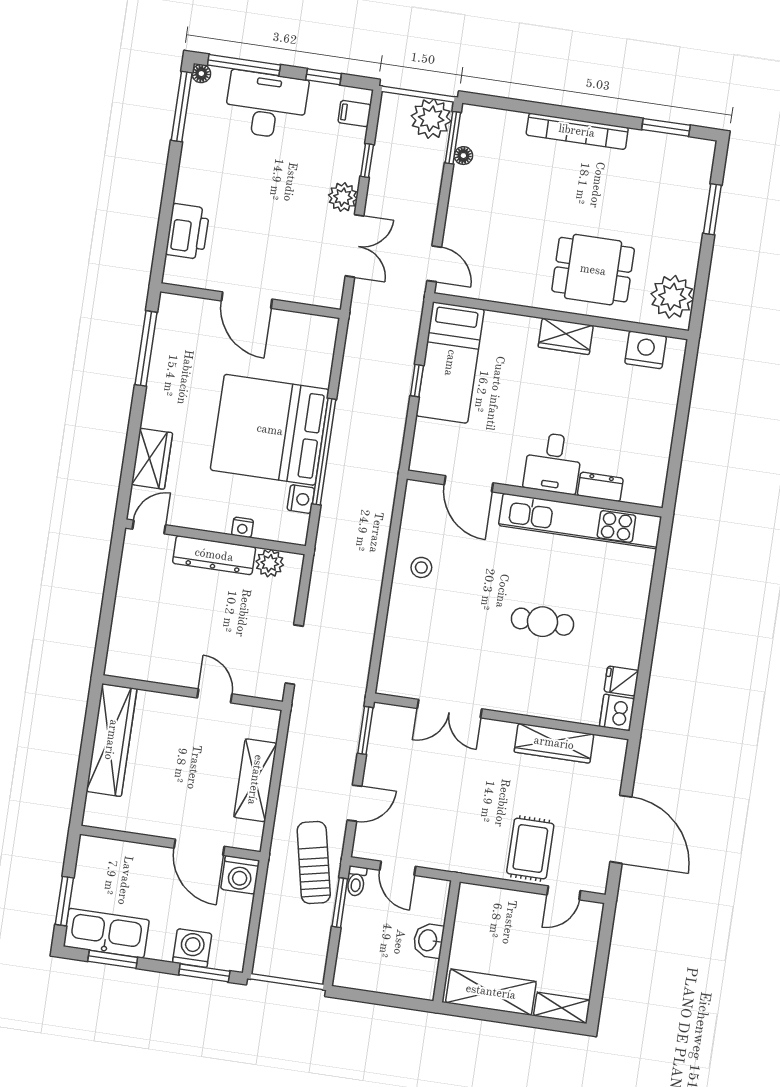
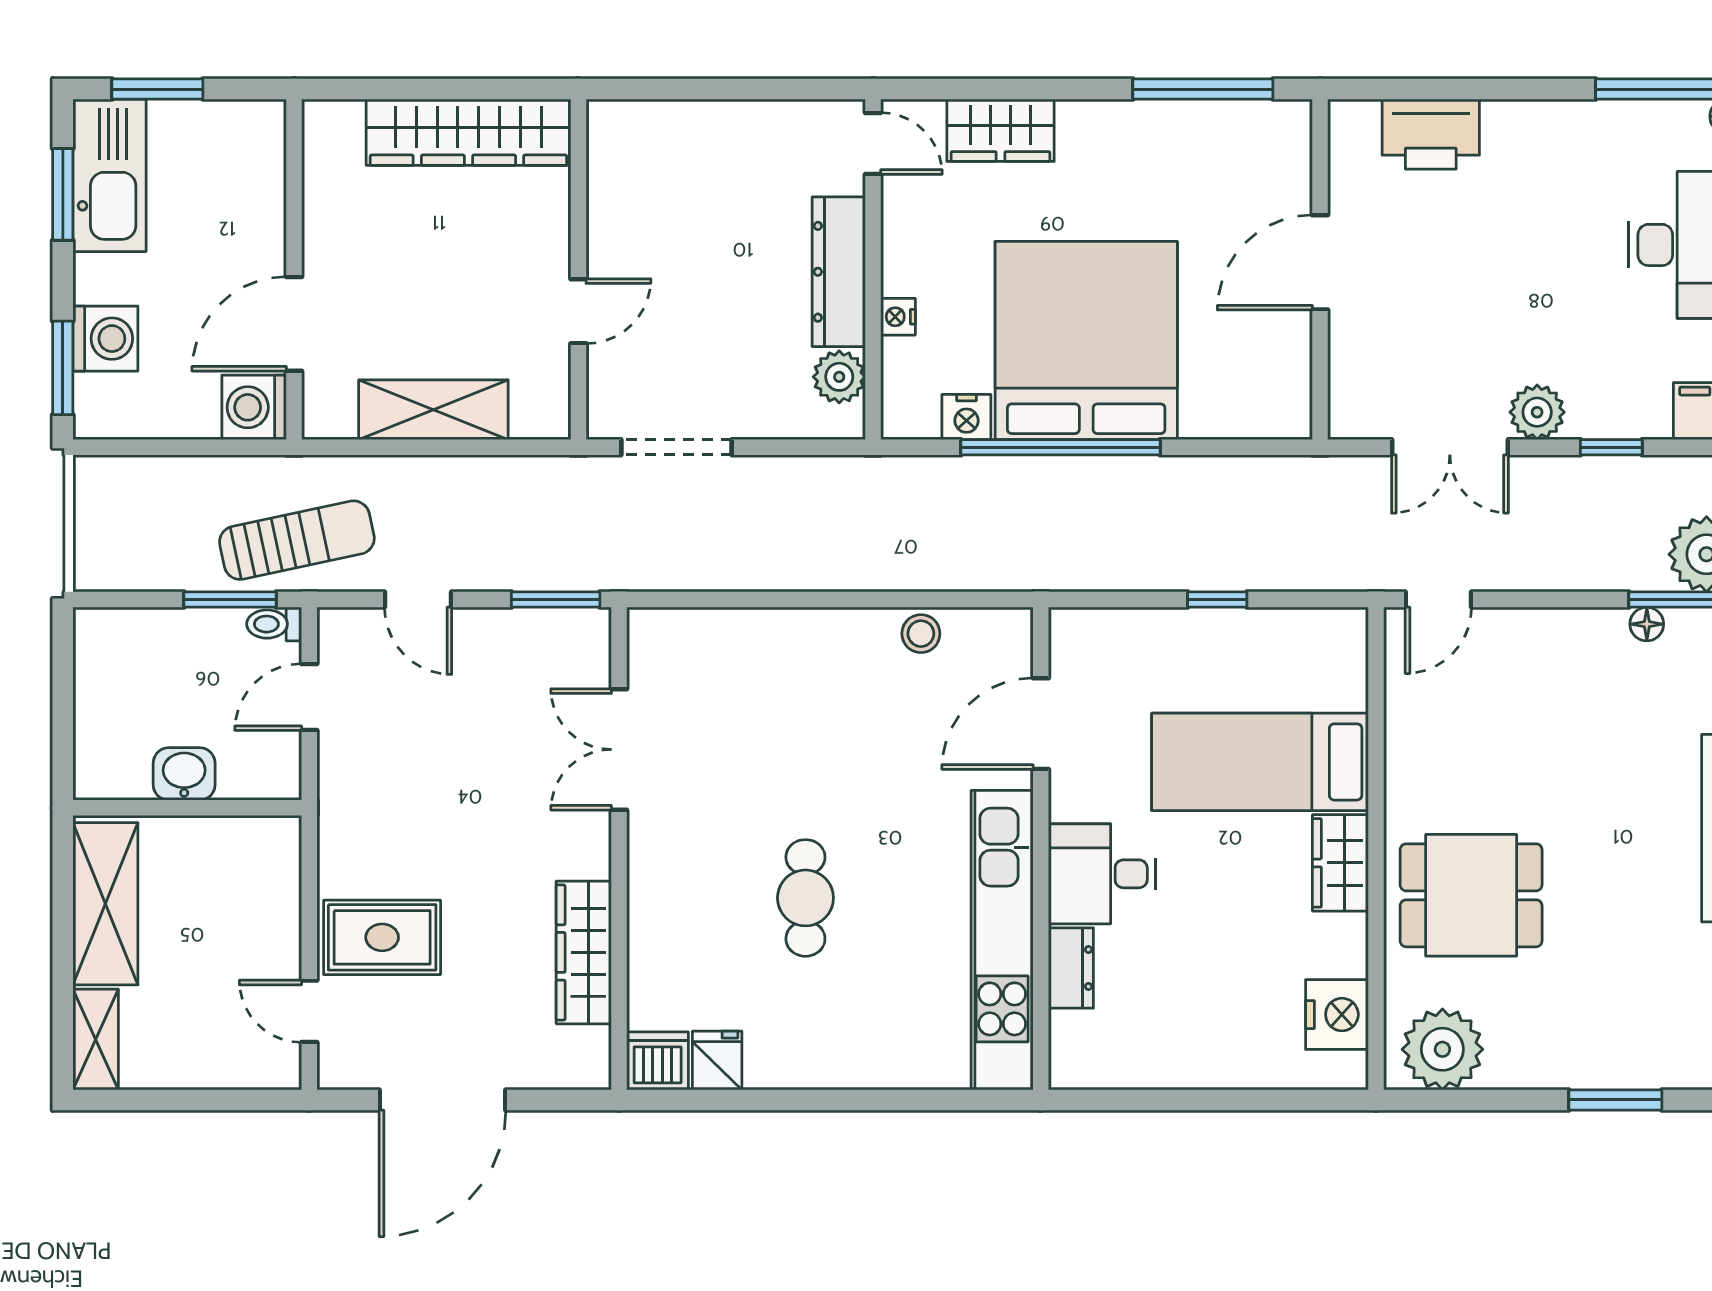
dining table: (593, 270) -> (1471, 895), turned 90
bed: (450, 363) -> (1260, 762), moved
stool: (421, 567) -> (921, 634), moved

